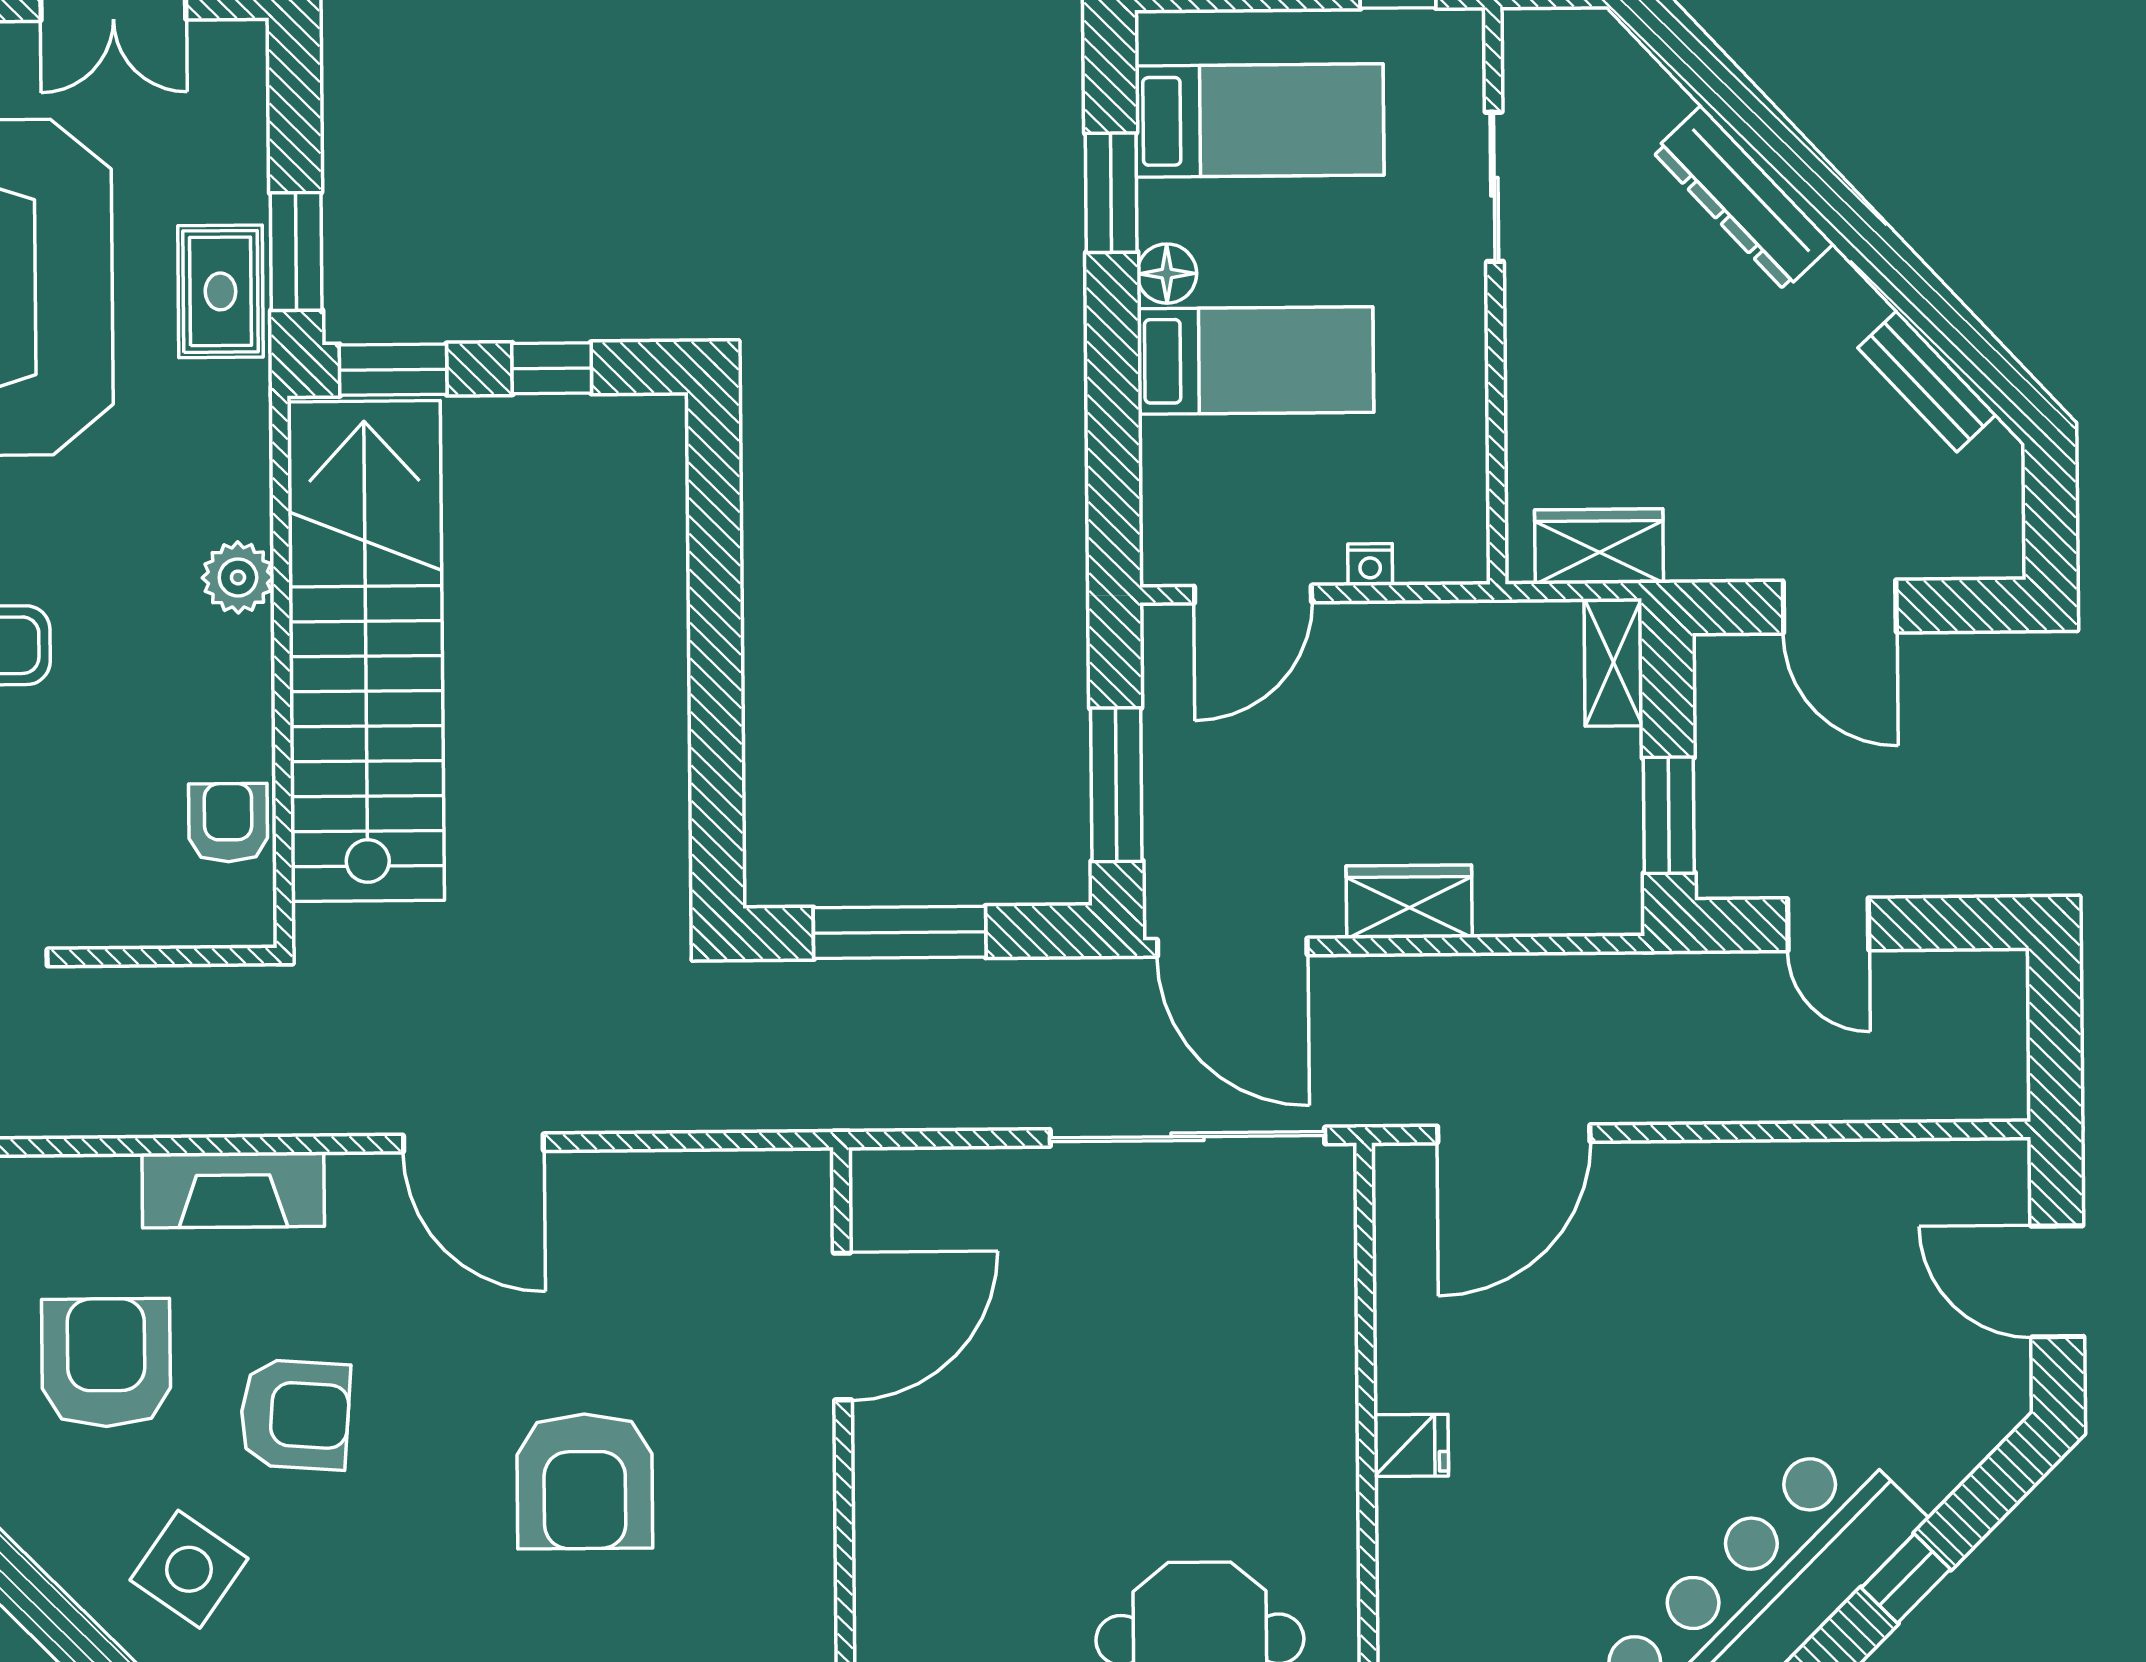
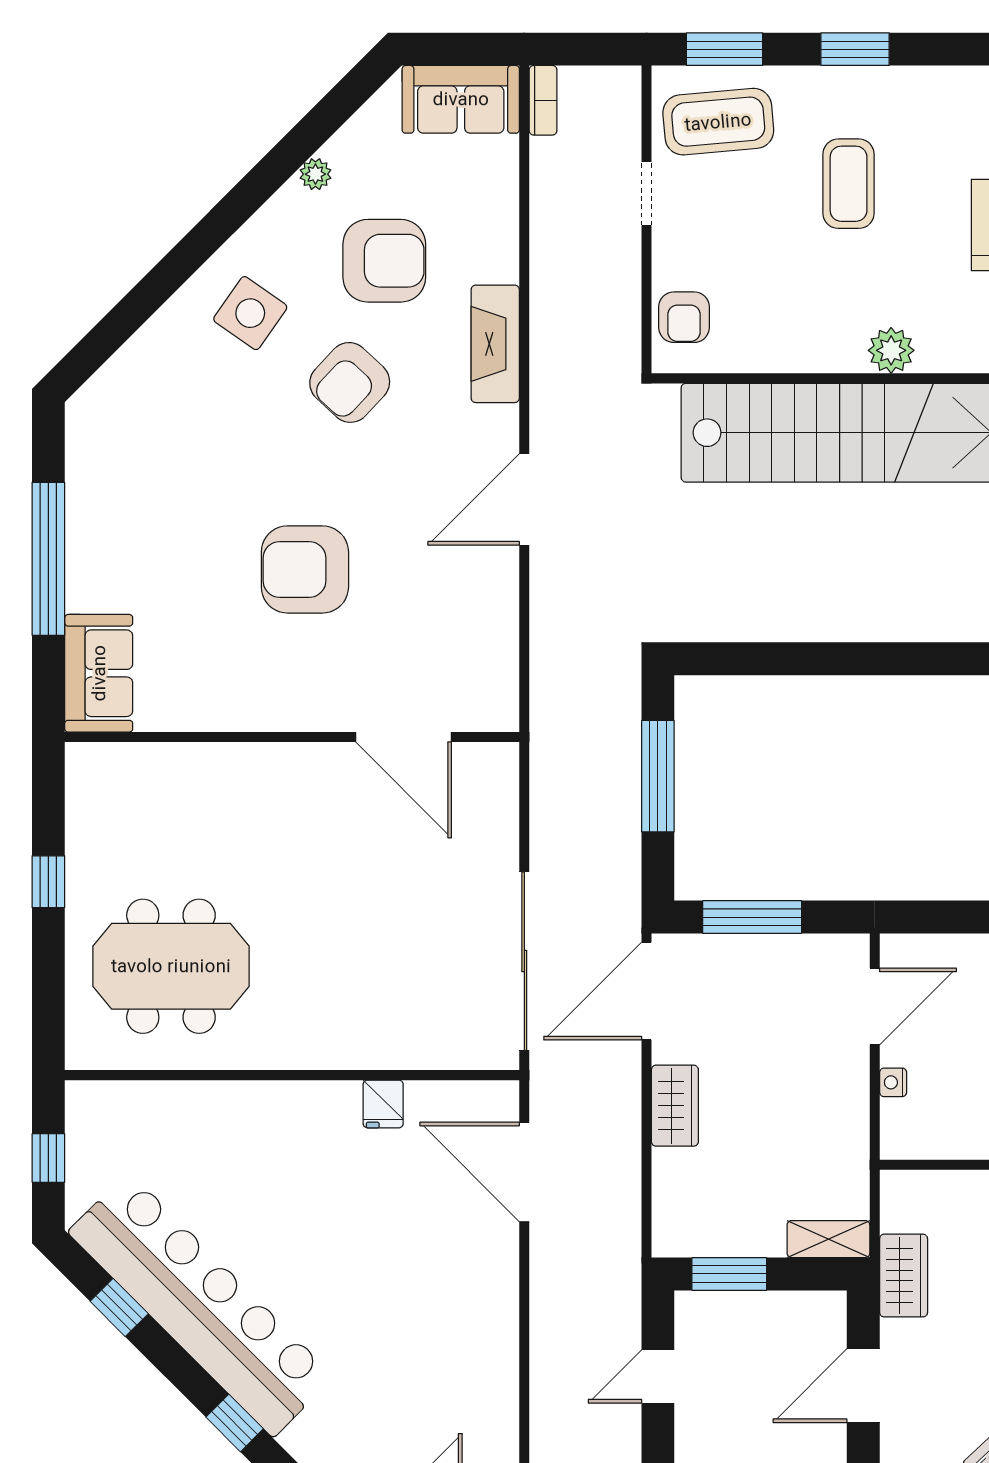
wardrobe: (1599, 546) -> (904, 1276), moved
door: (1253, 594) -> (875, 1006), swing flipped
armchair: (228, 823) -> (684, 317), moved, turned 90
armchair: (295, 1414) -> (350, 382), turned 39
fridge: (1411, 1445) -> (383, 1104), moved

